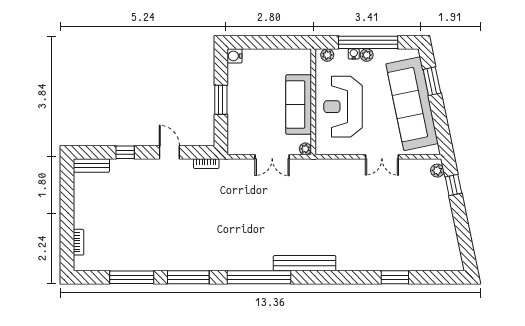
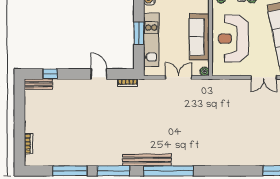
kitchen unit: (237, 108) -> (151, 40), added
window: (125, 152) -> (50, 74), moved
double door: (272, 157) -> (179, 77), swing flipped
bench: (305, 263) -> (147, 160), moved

